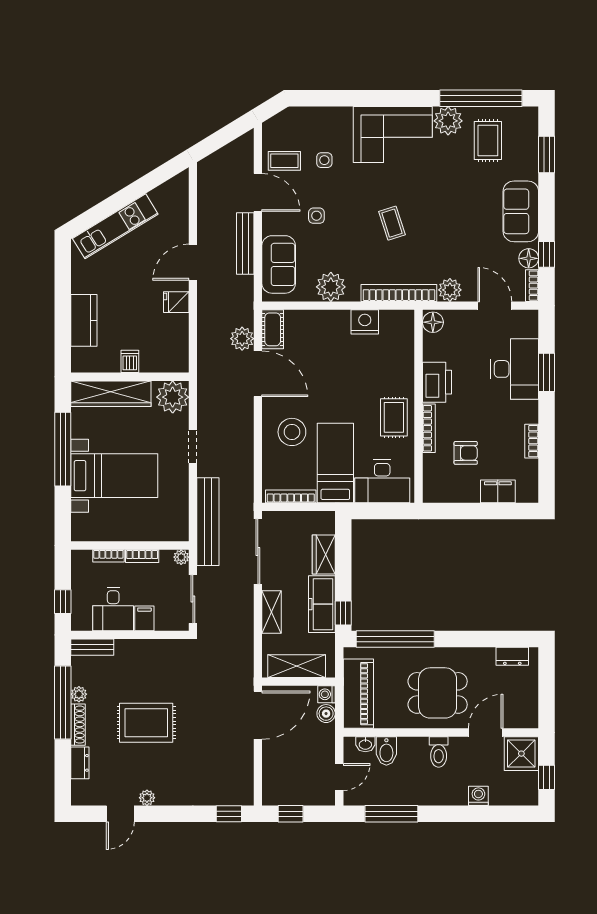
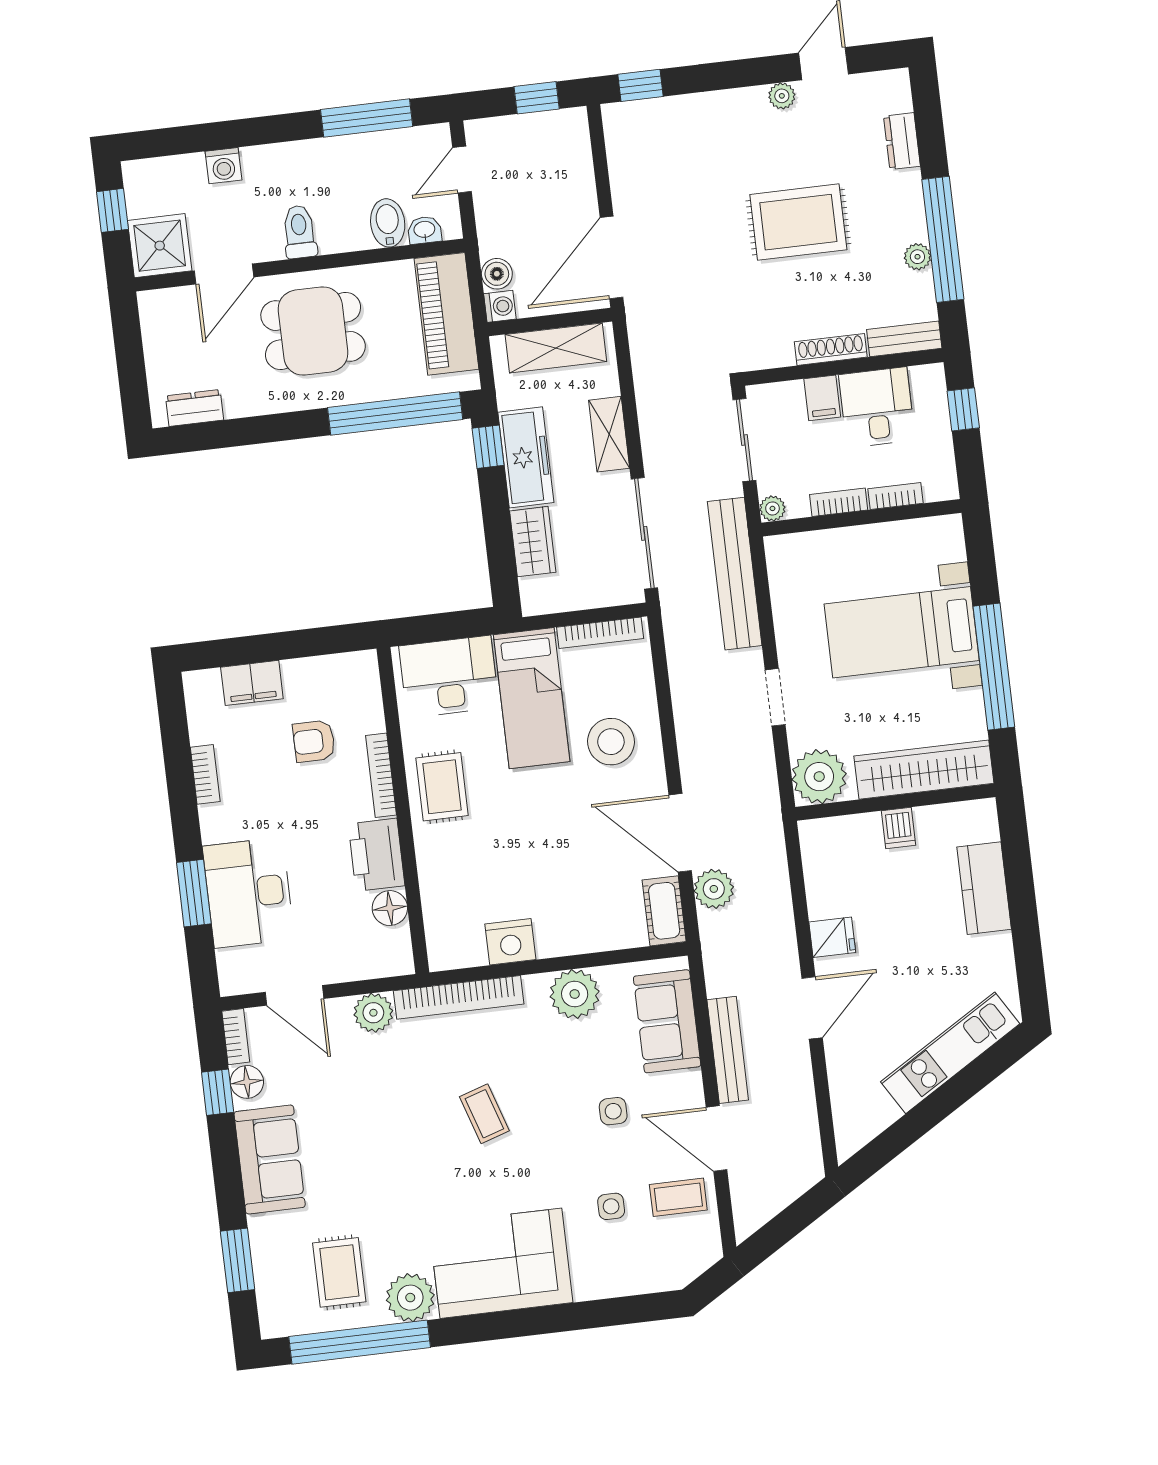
floor lamp: (433, 322) -> (390, 908), moved
shoe rack: (78, 725) -> (831, 349), moved, turned 90

